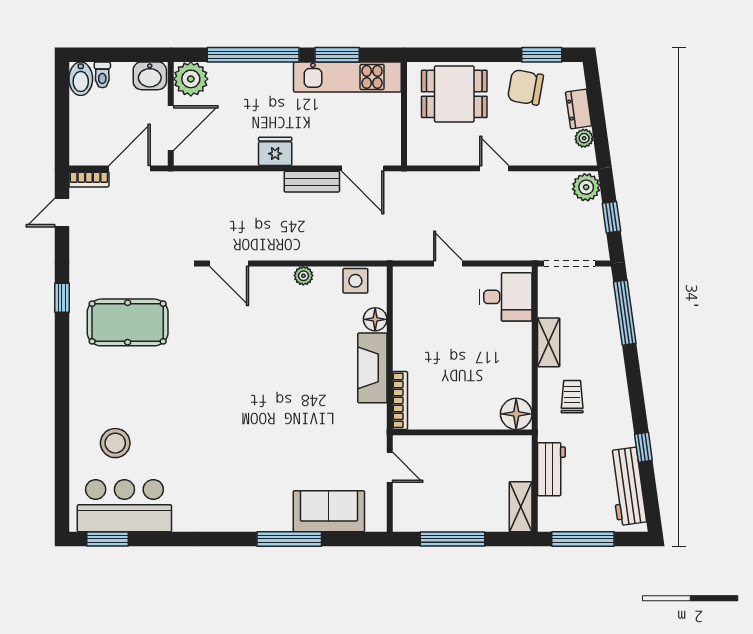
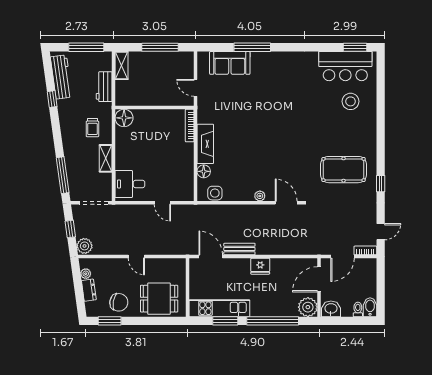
plant: (303, 276) -> (260, 196), moved

